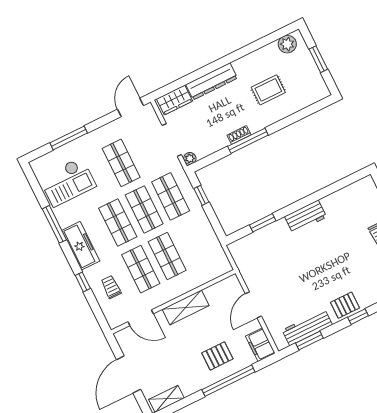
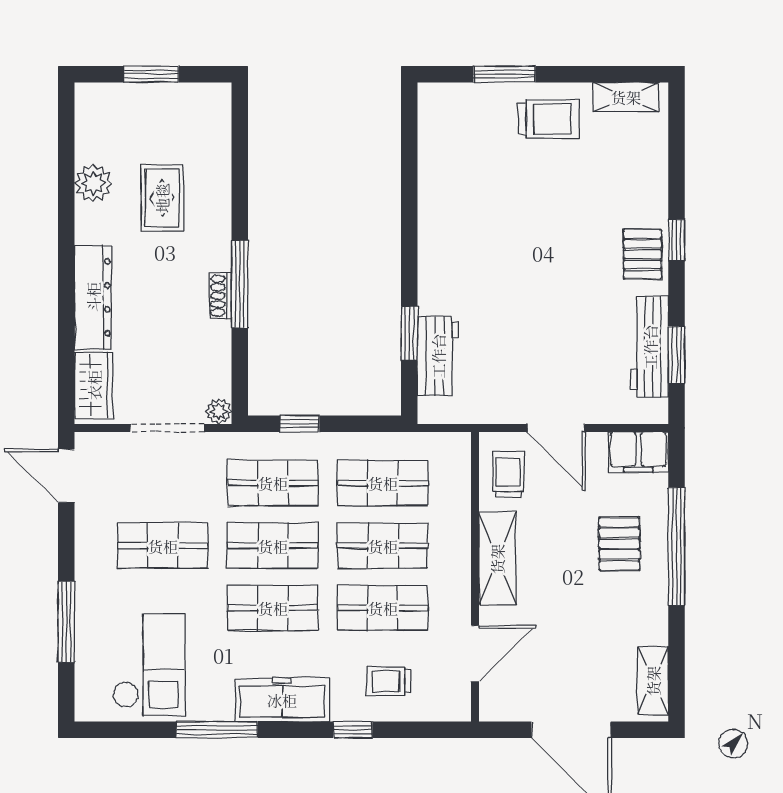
plant: (287, 44) -> (93, 183), moved
workbench: (306, 217) -> (438, 356), moved
shop shelf: (194, 243) -> (383, 483), added
trolley: (223, 294) -> (508, 475), added

